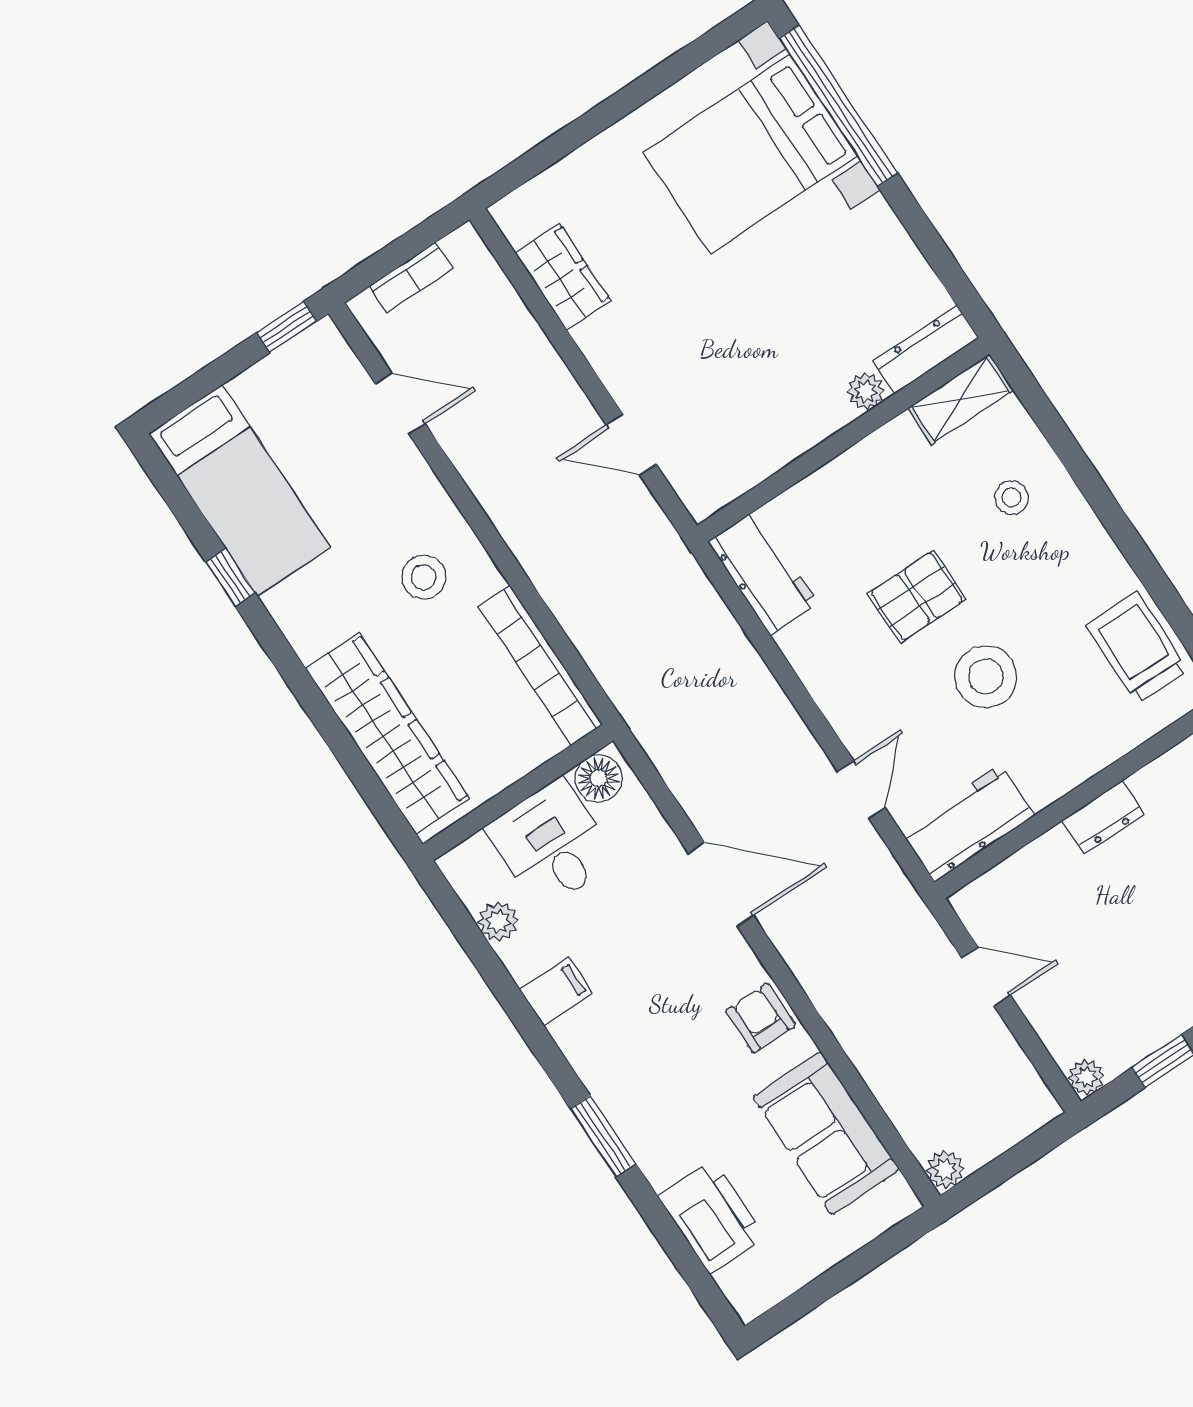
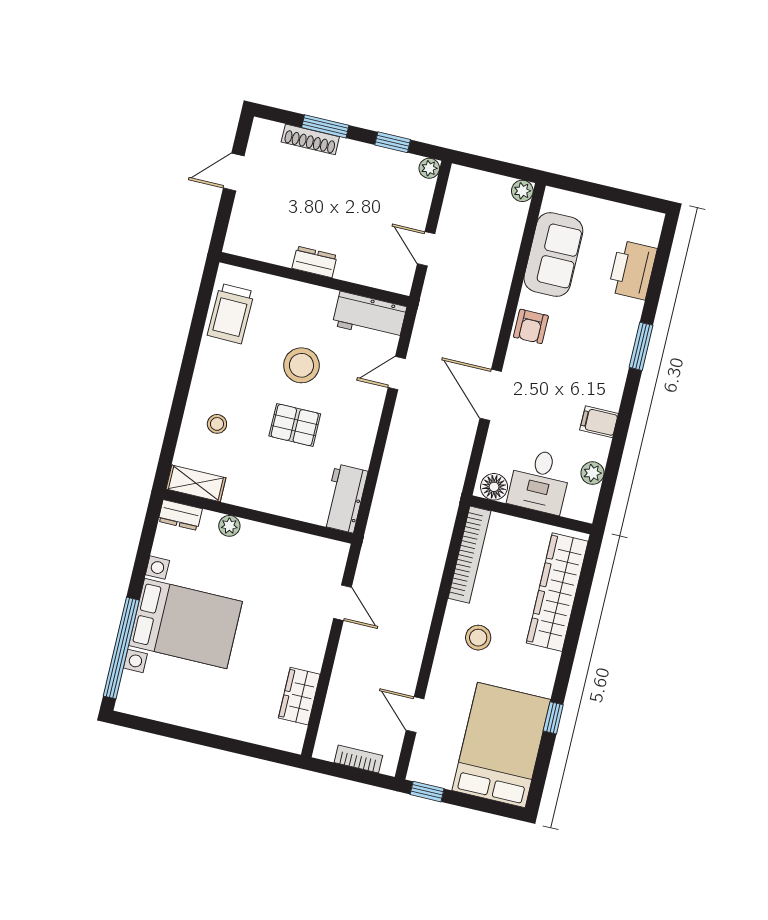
bed with nightstands: (750, 154) -> (186, 623), moved
dresser: (926, 350) -> (180, 515), width x0.70
bed: (239, 490) -> (501, 745), width x1.50

